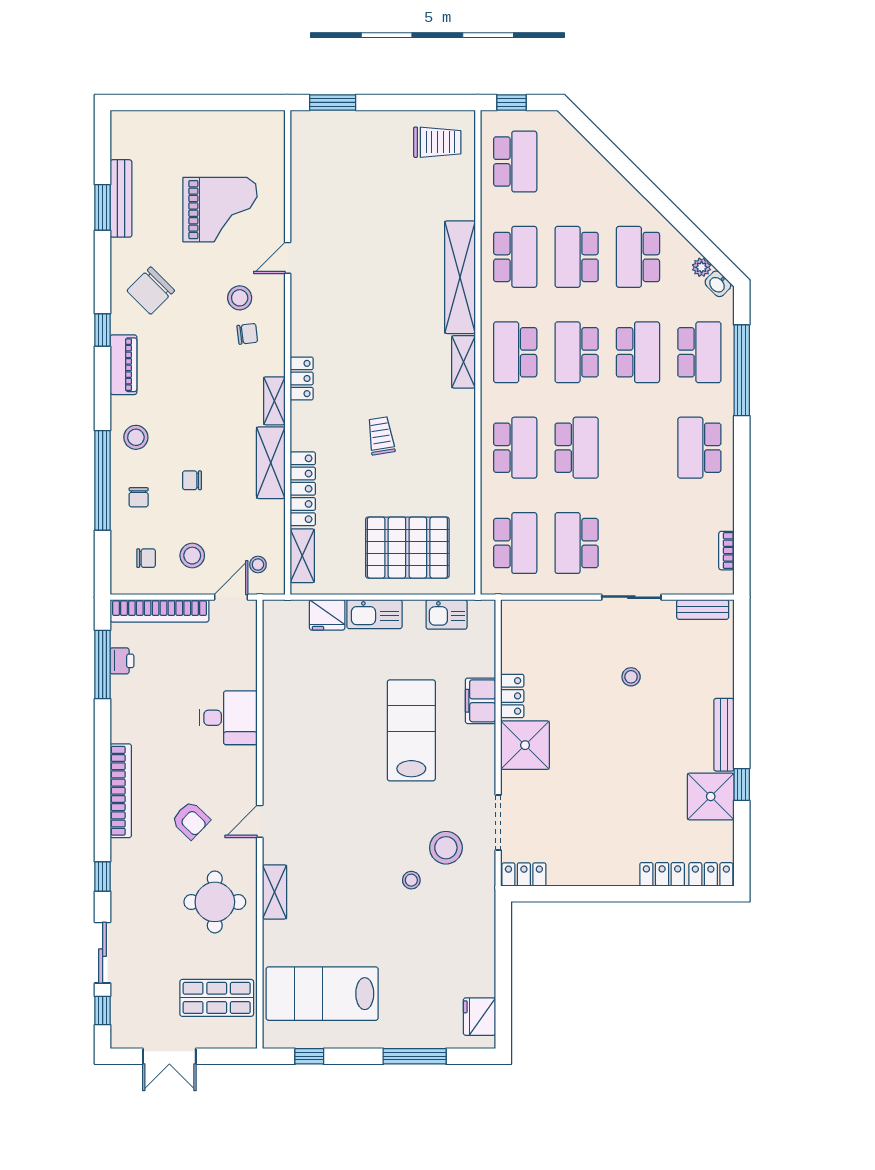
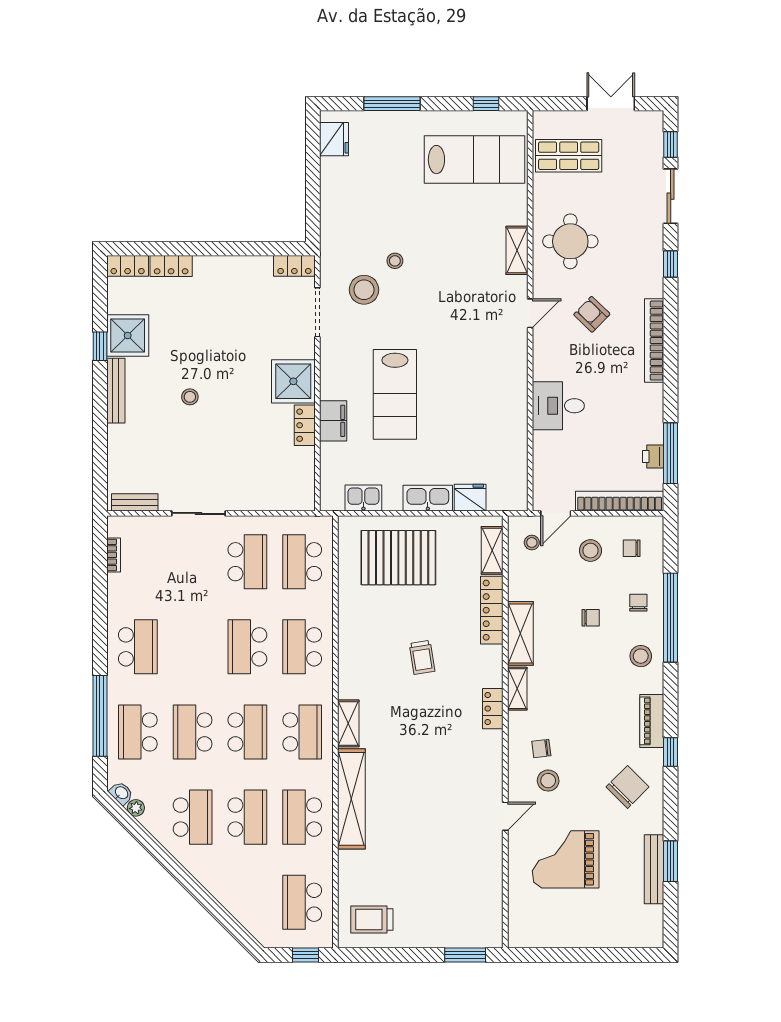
stool: (631, 677) -> (190, 397), moved

